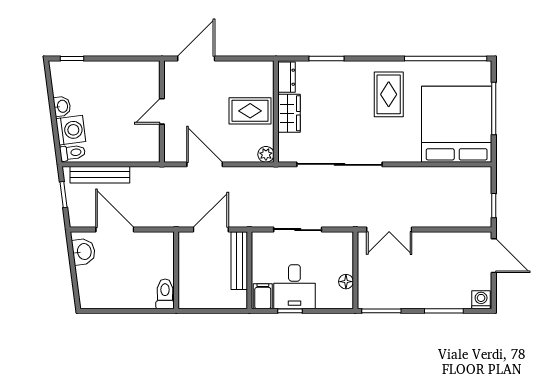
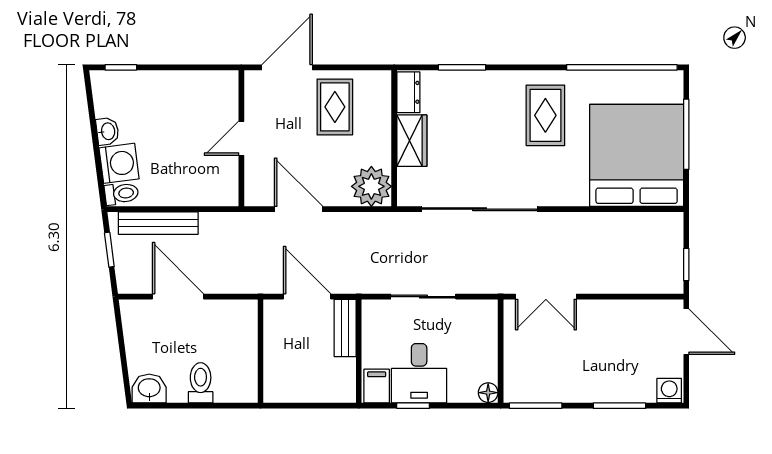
rug: (250, 111) -> (335, 107), moved, turned 90
plant: (266, 154) -> (371, 186), width x1.88, depth x1.88
door: (211, 230) -> (307, 297), hinge flipped
washbasin: (84, 252) -> (149, 389), moved, turned -83
bench: (239, 261) -> (345, 328), width x0.73
floor lamp: (346, 282) -> (488, 393), moved
toilet: (165, 294) -> (201, 383), moved

